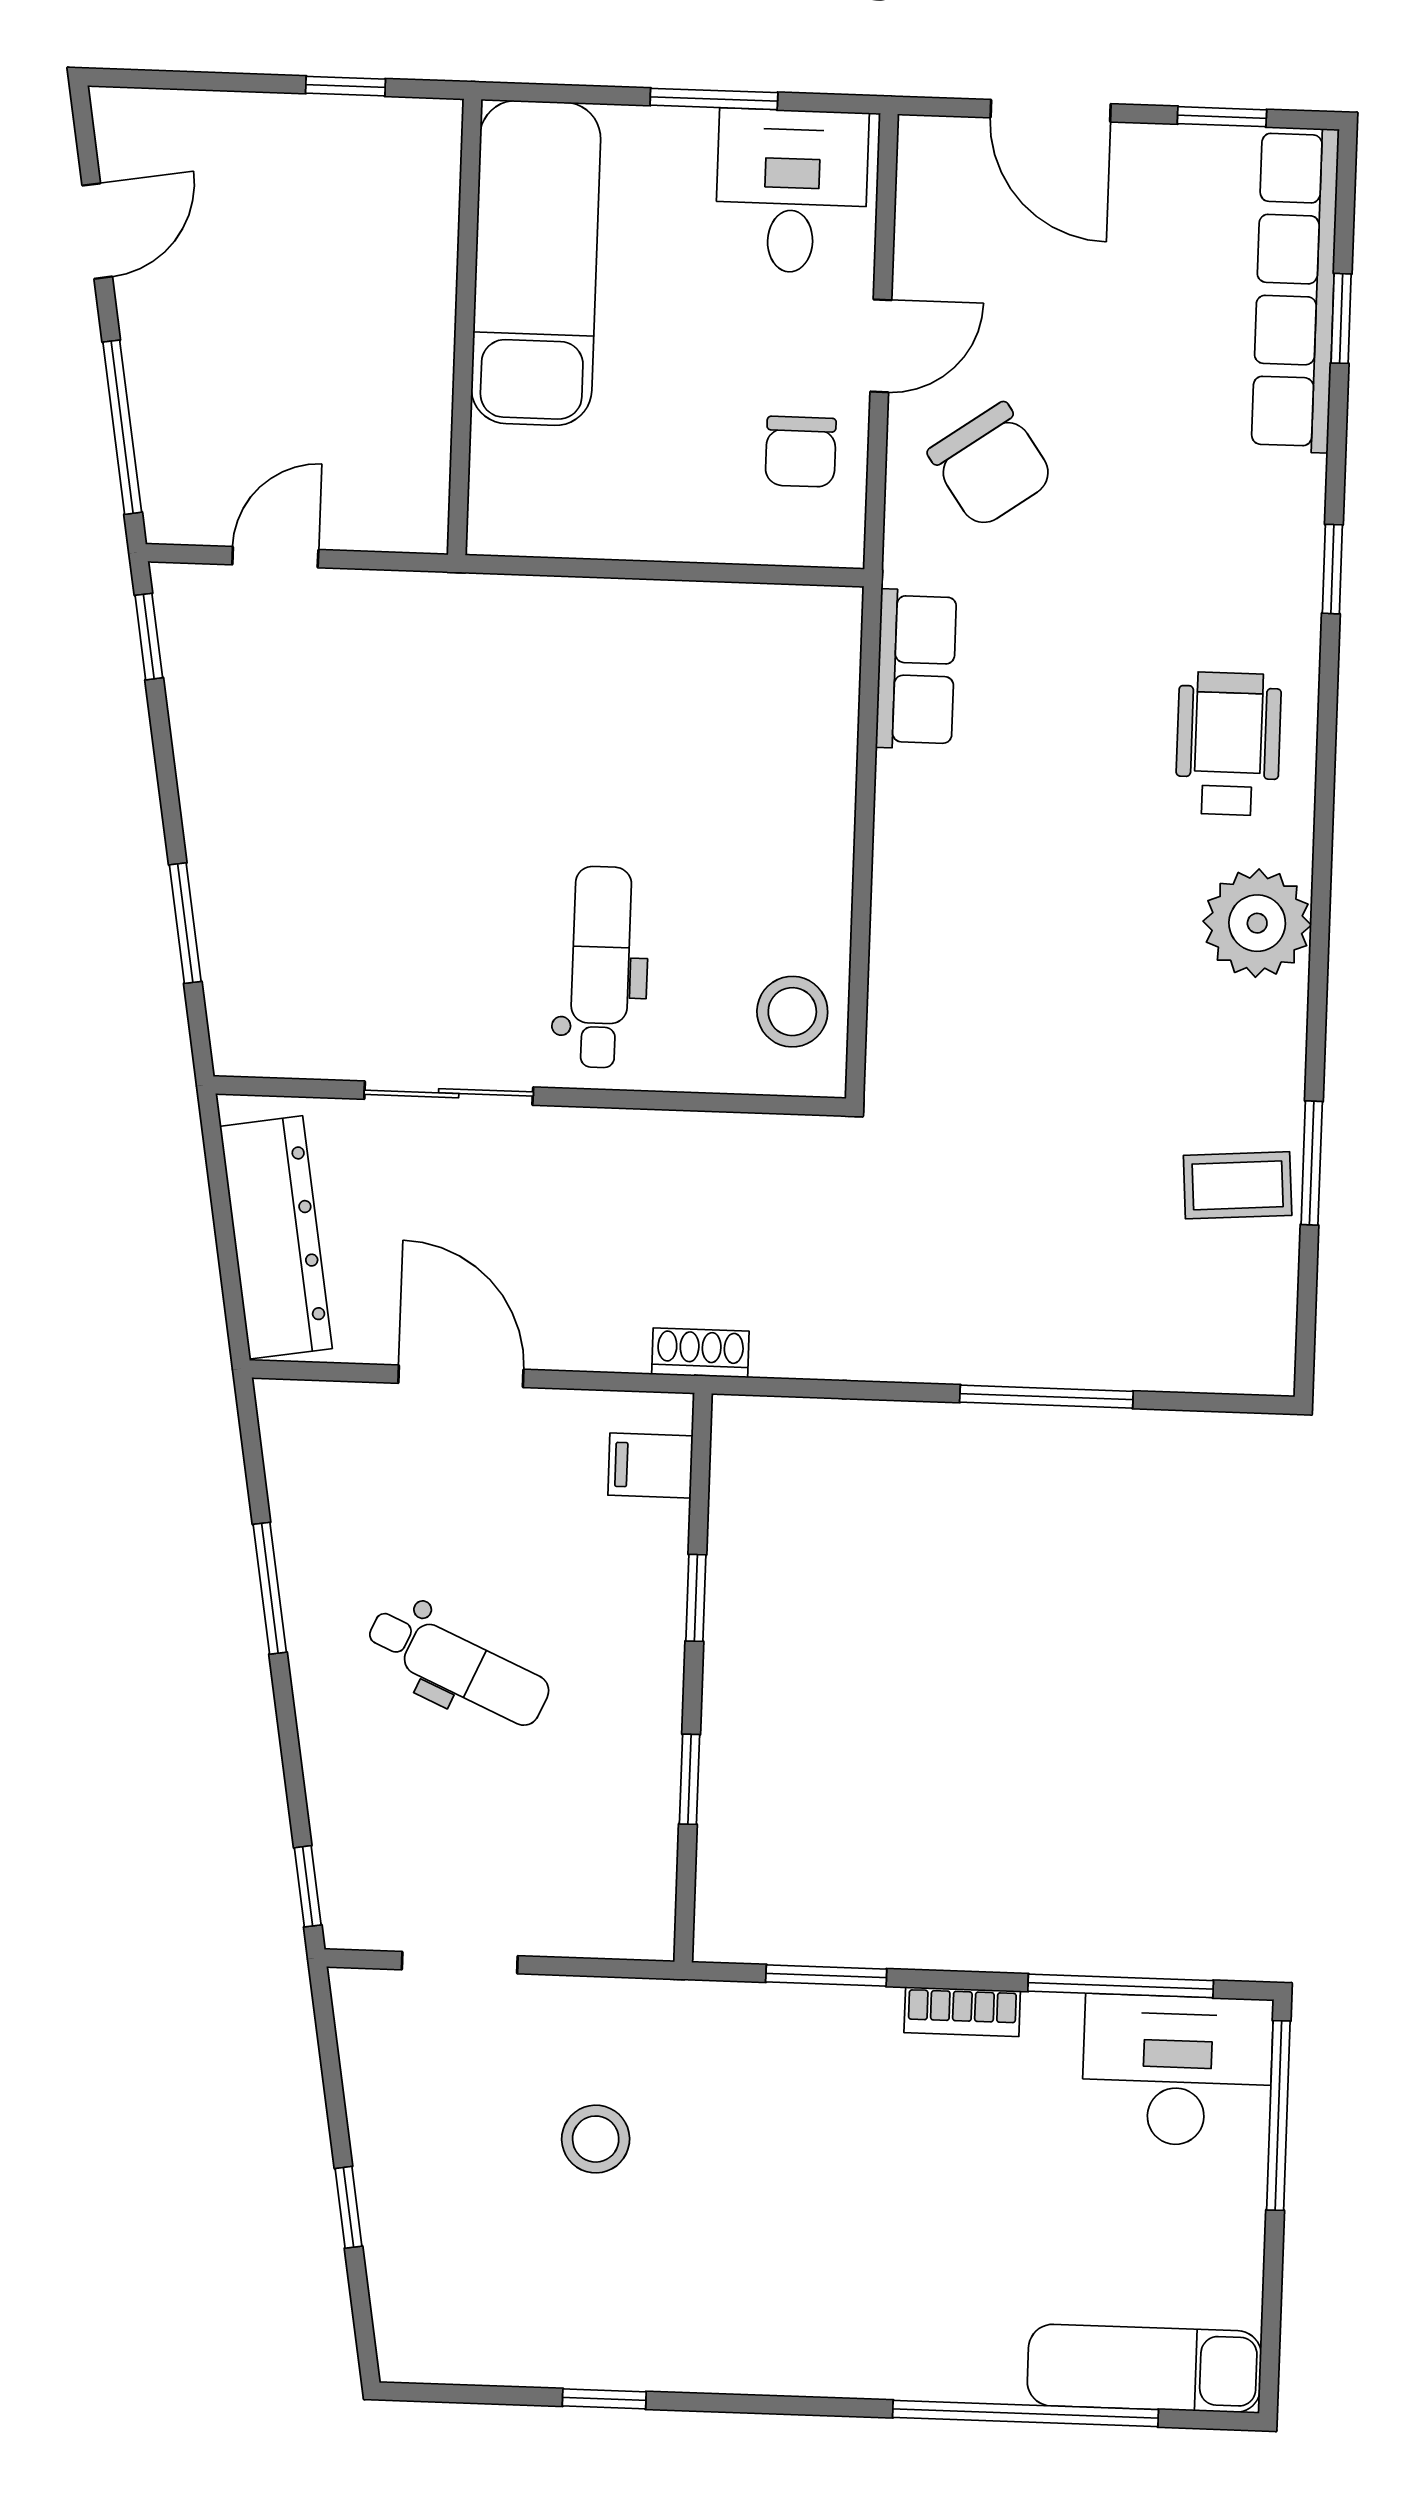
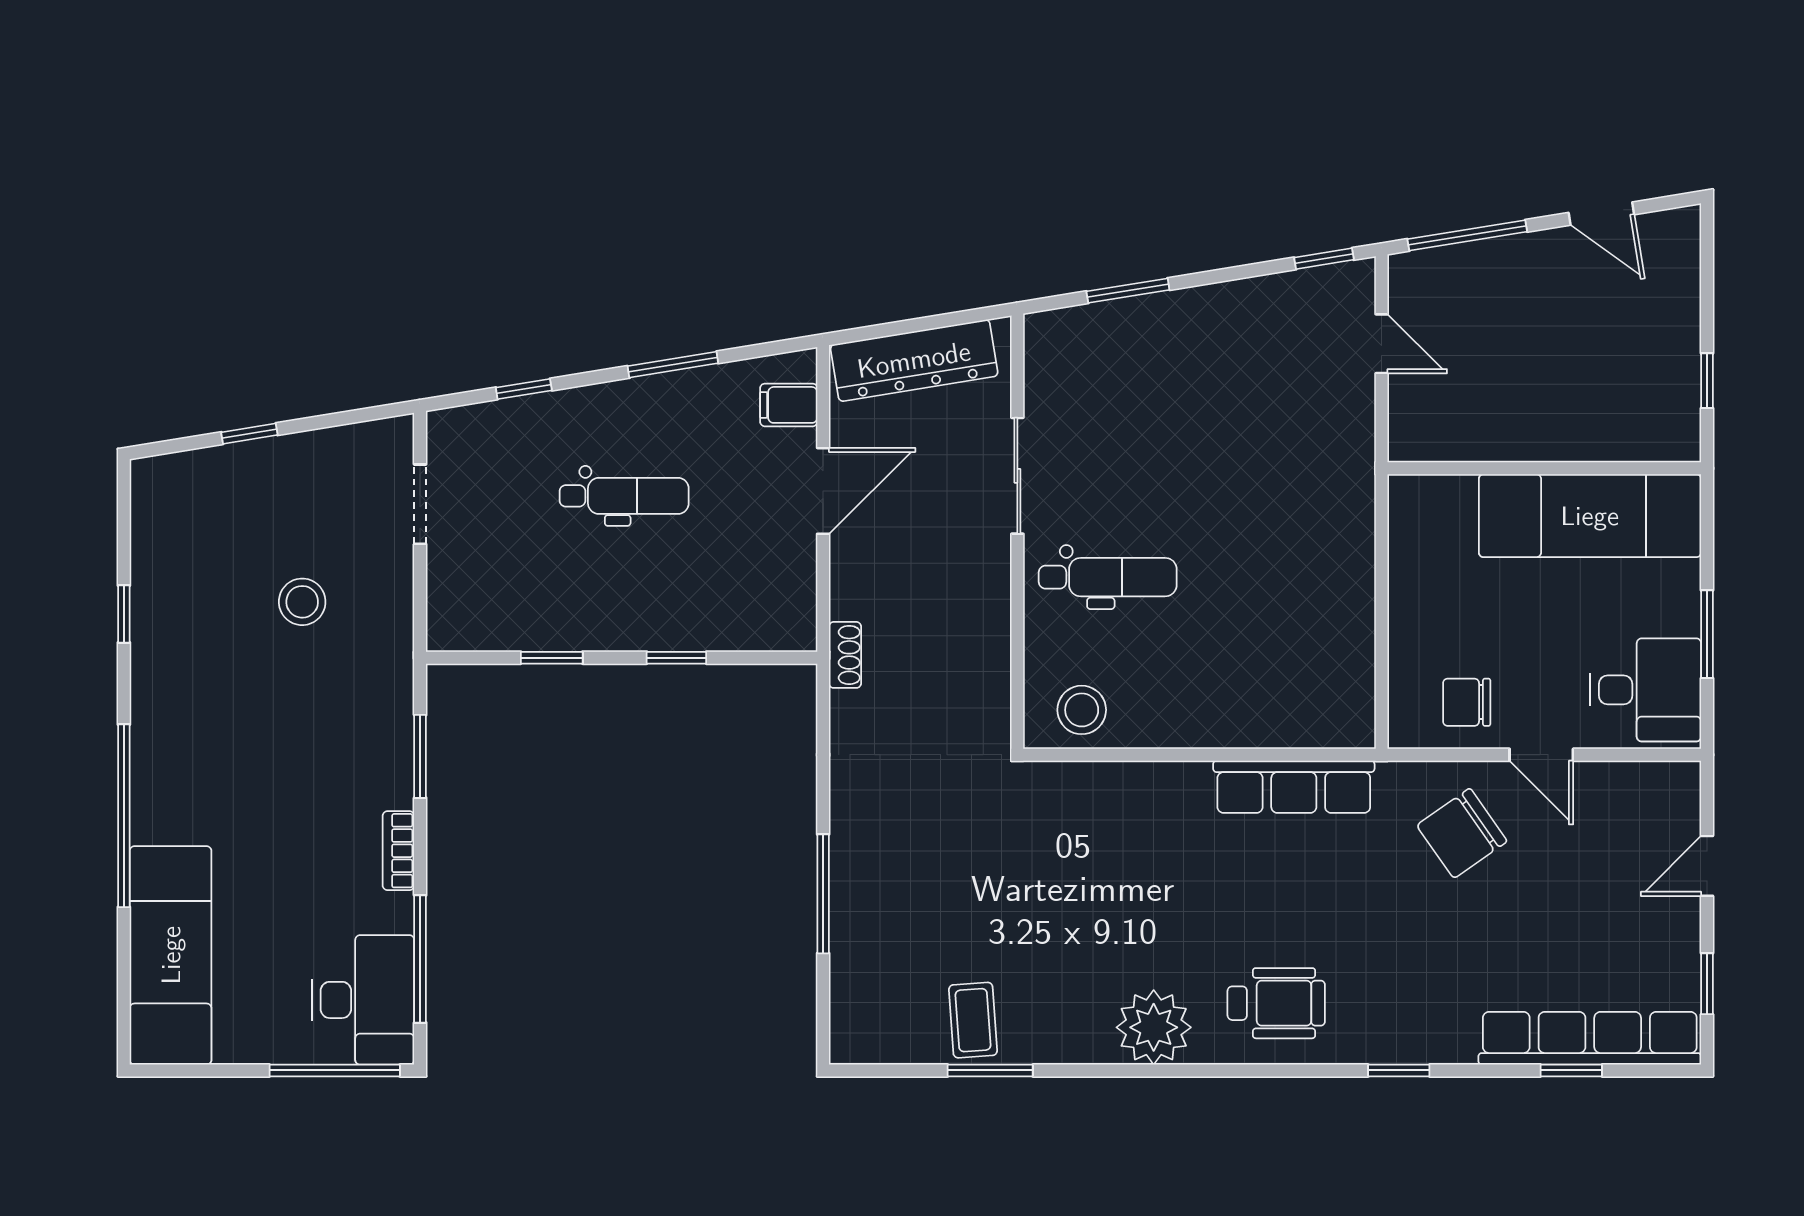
door: (1051, 111) -> (1707, 866), width x0.73
row of seats: (916, 669) -> (1294, 787), width x1.48
filing cabinet: (650, 1465) -> (789, 405), moved, turned -90
dental chair: (458, 1666) -> (624, 496), turned -114
window: (308, 1886) -> (524, 389), moved
exam couch: (1144, 2368) -> (171, 955), width x1.36, depth x1.45
window: (1026, 2414) -> (124, 816), moved

